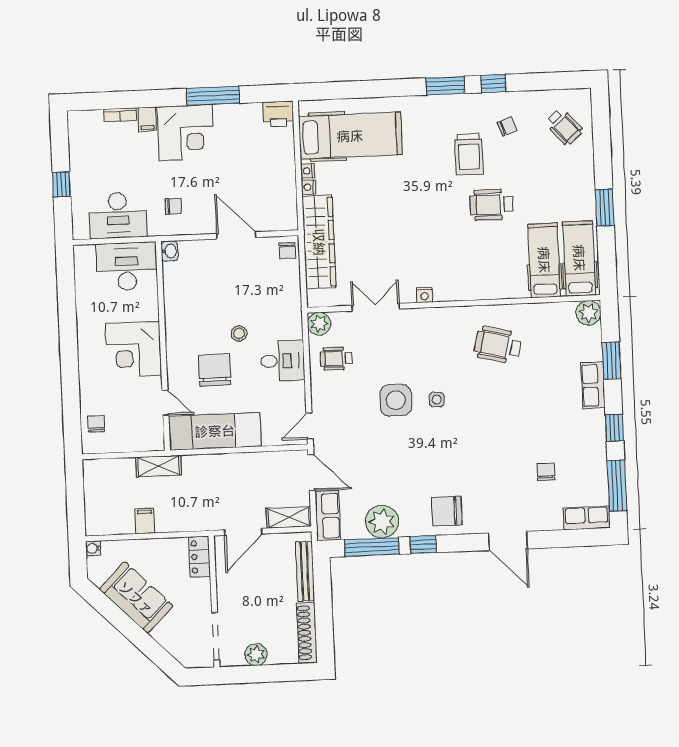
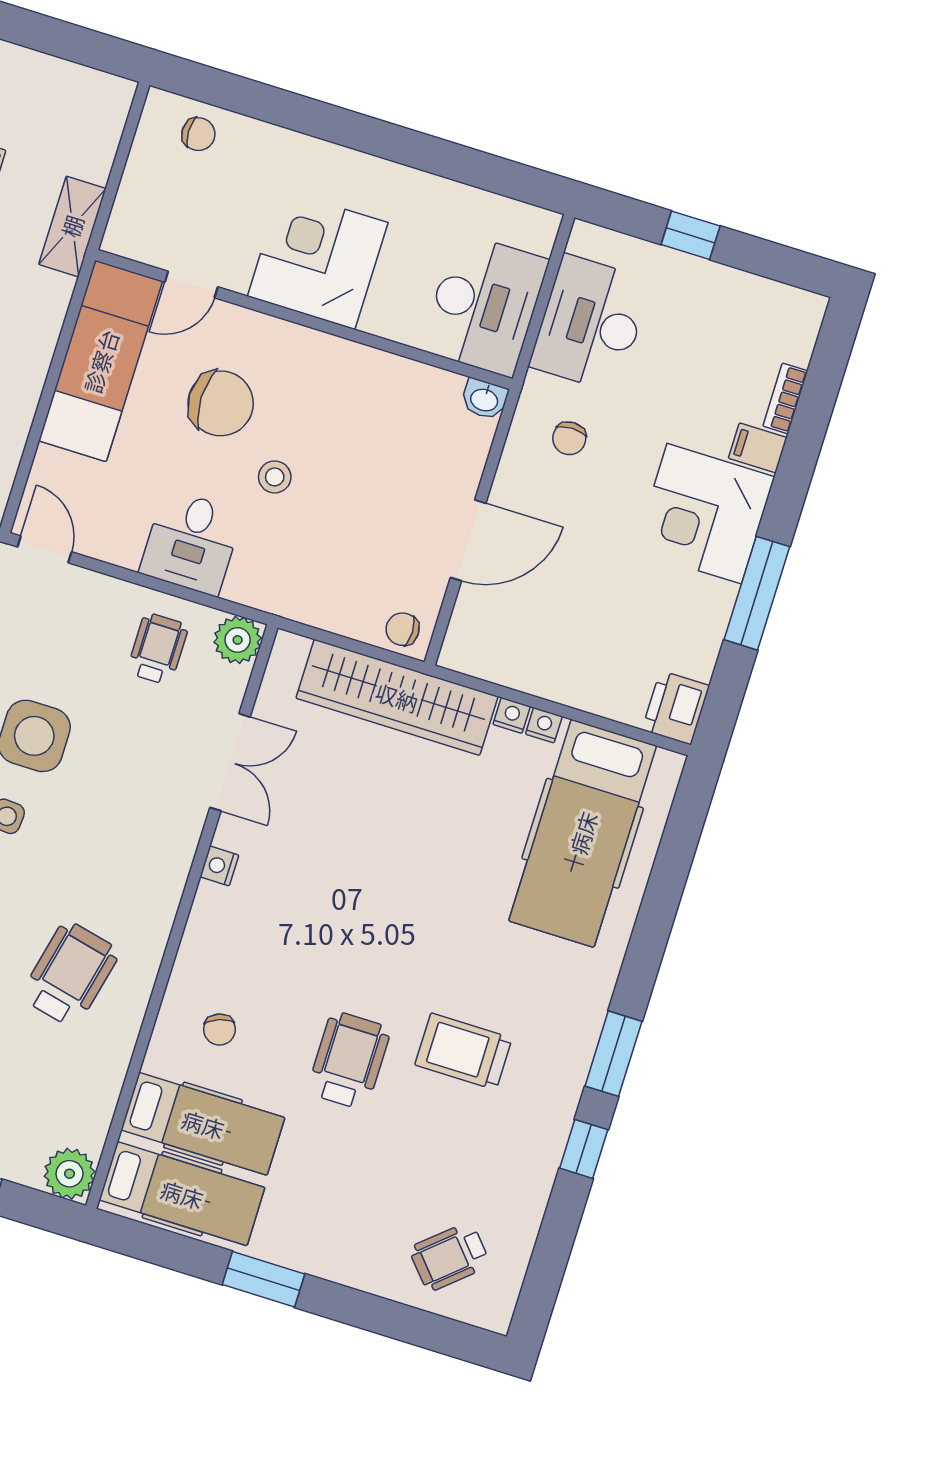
chair: (507, 126) -> (219, 1030), moved

